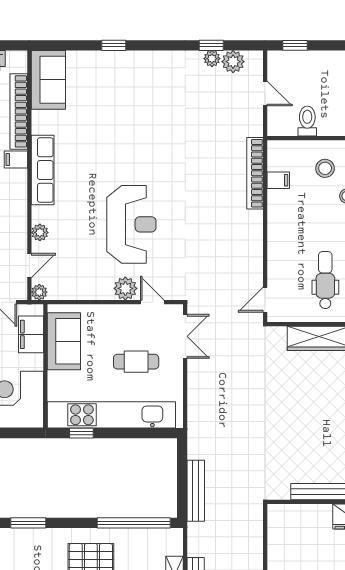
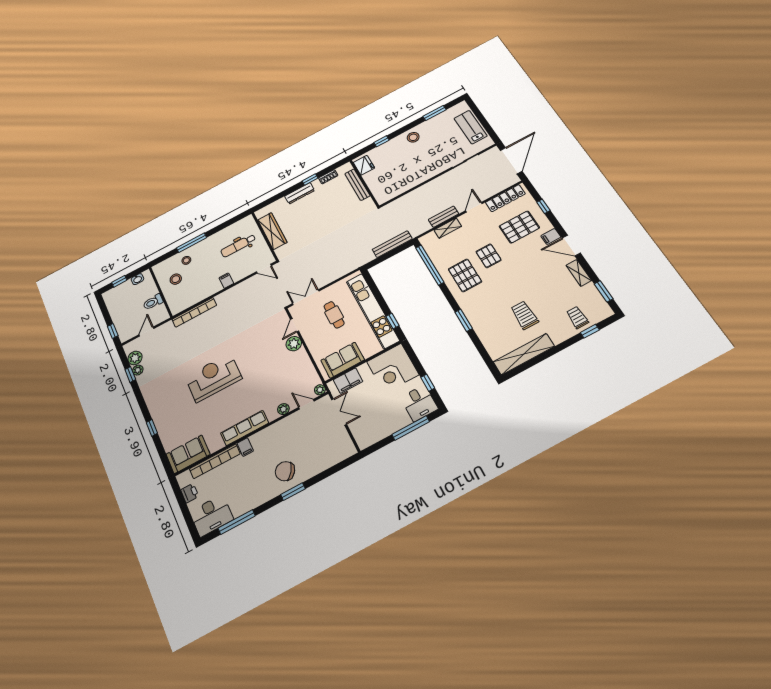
filing cabinet: (278, 180) -> (226, 281), moved
reception desk: (131, 224) -> (213, 378), moved

